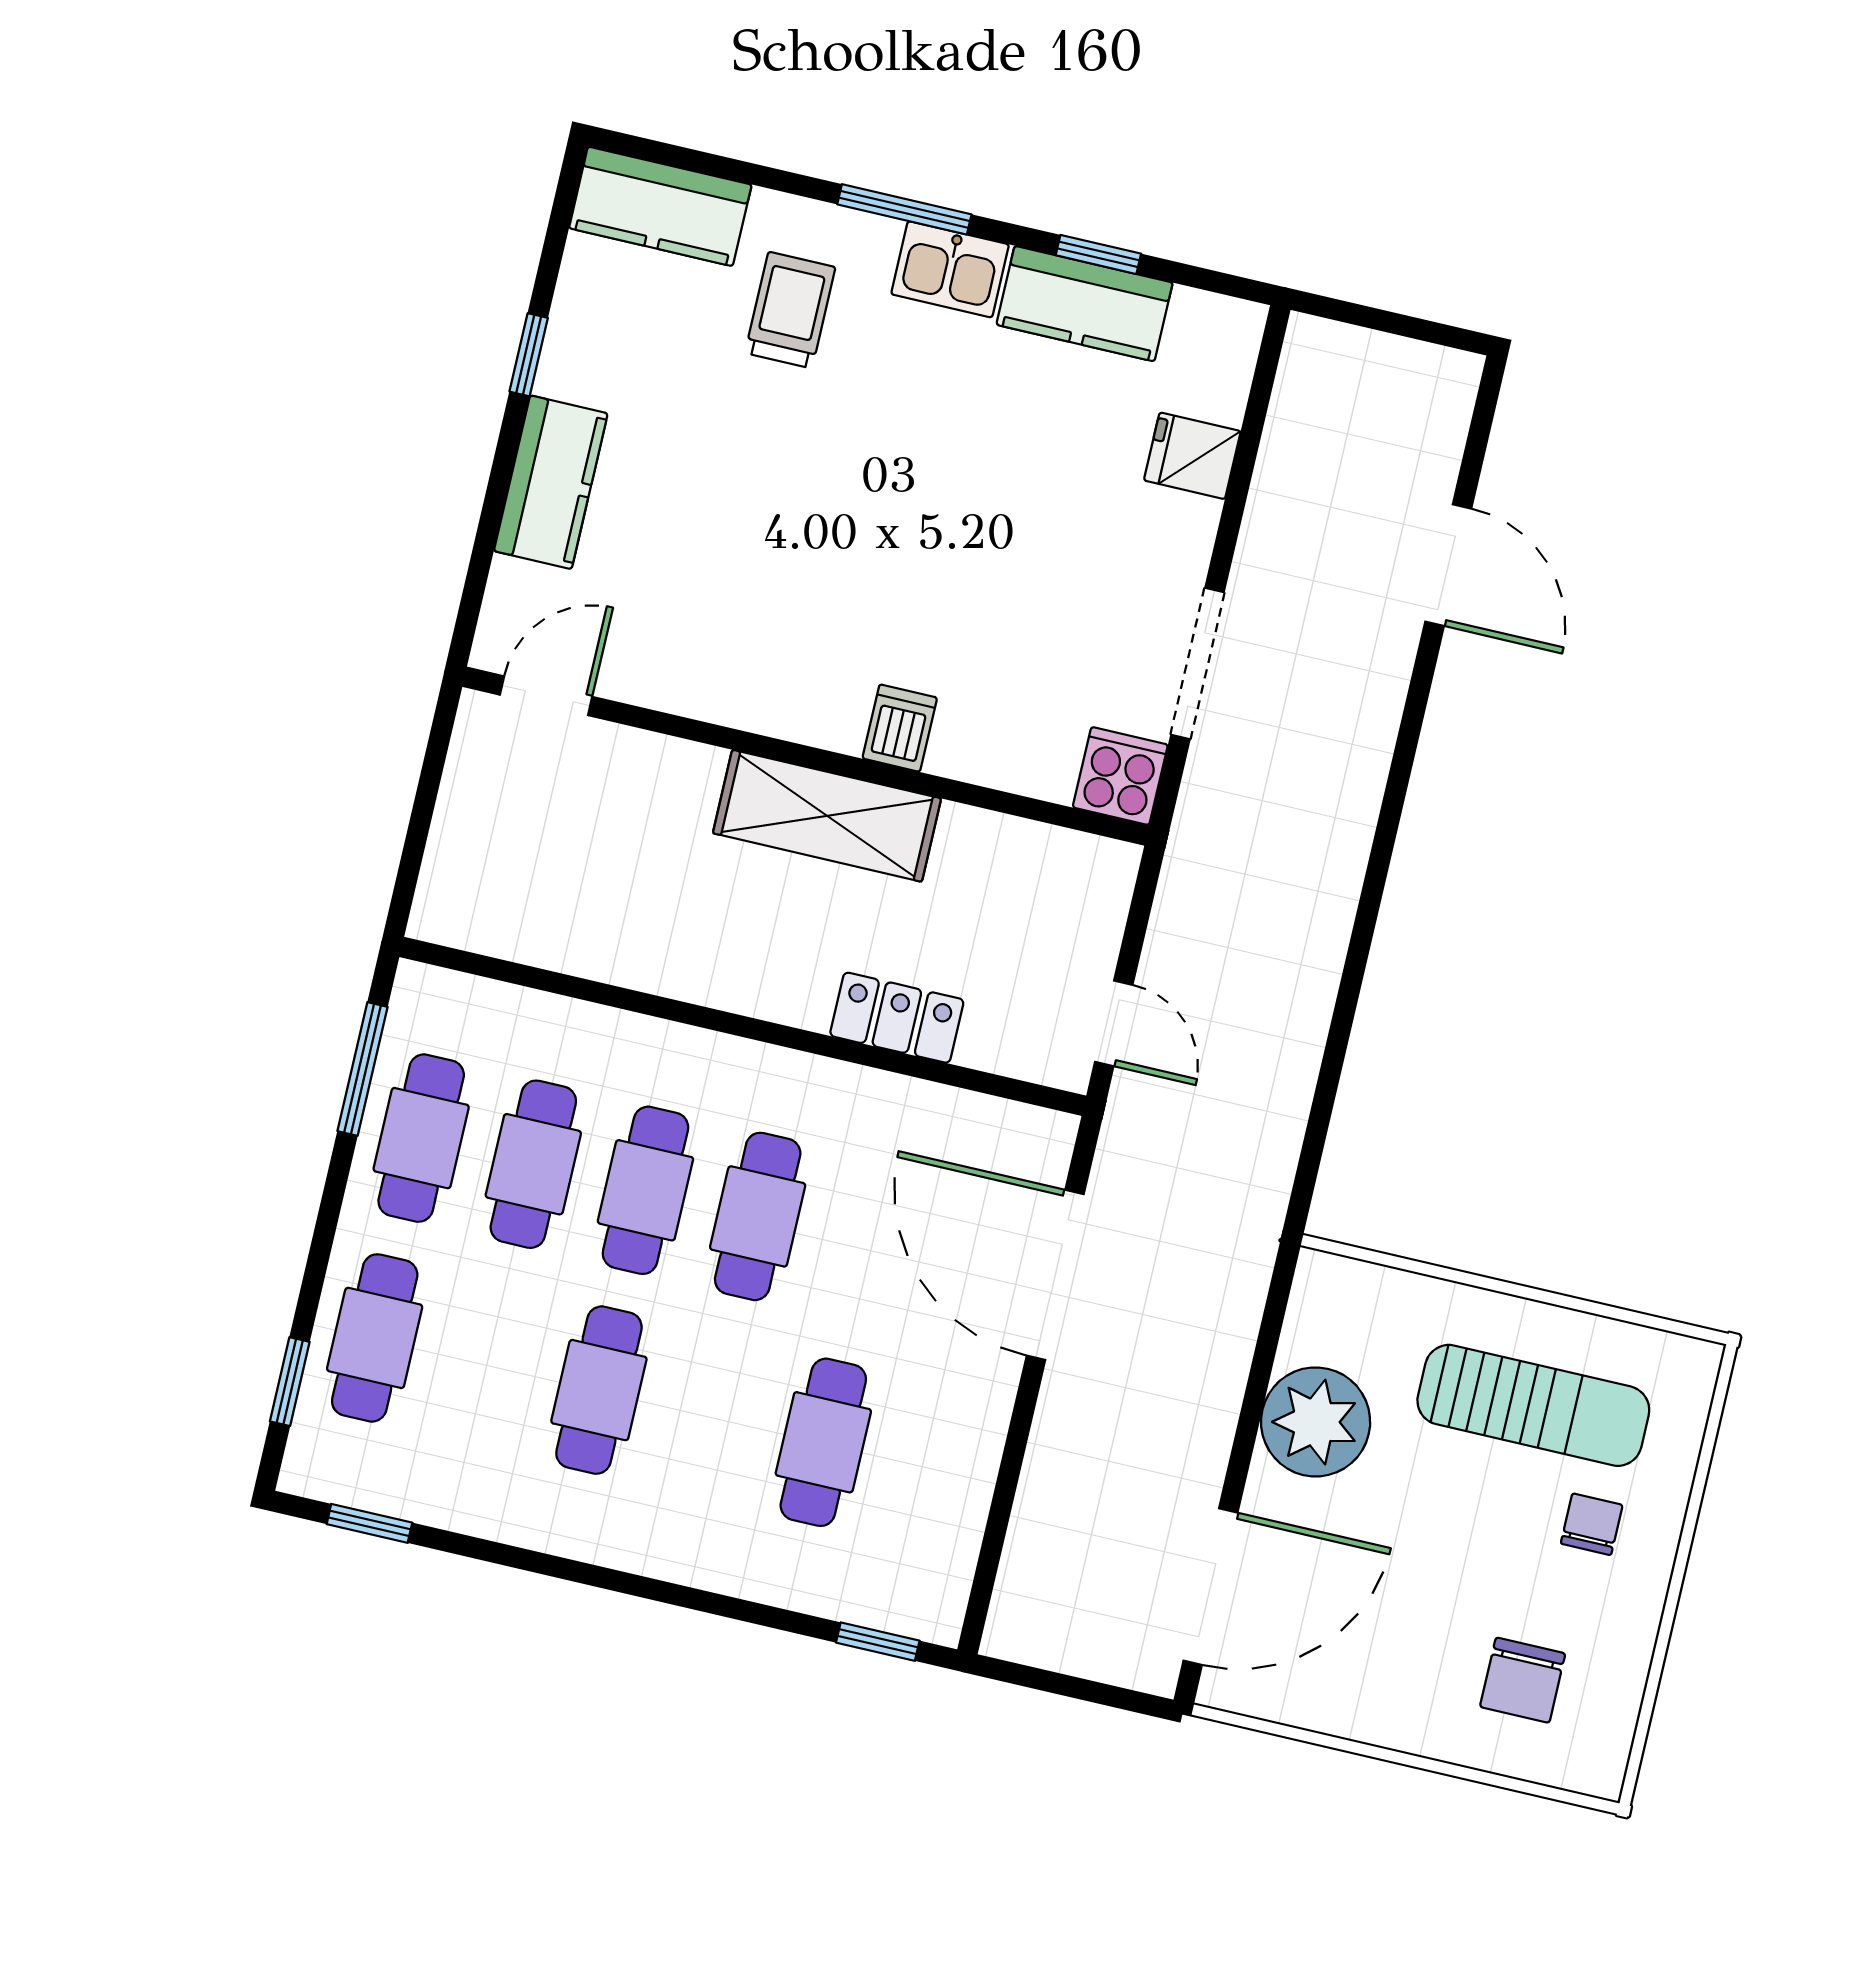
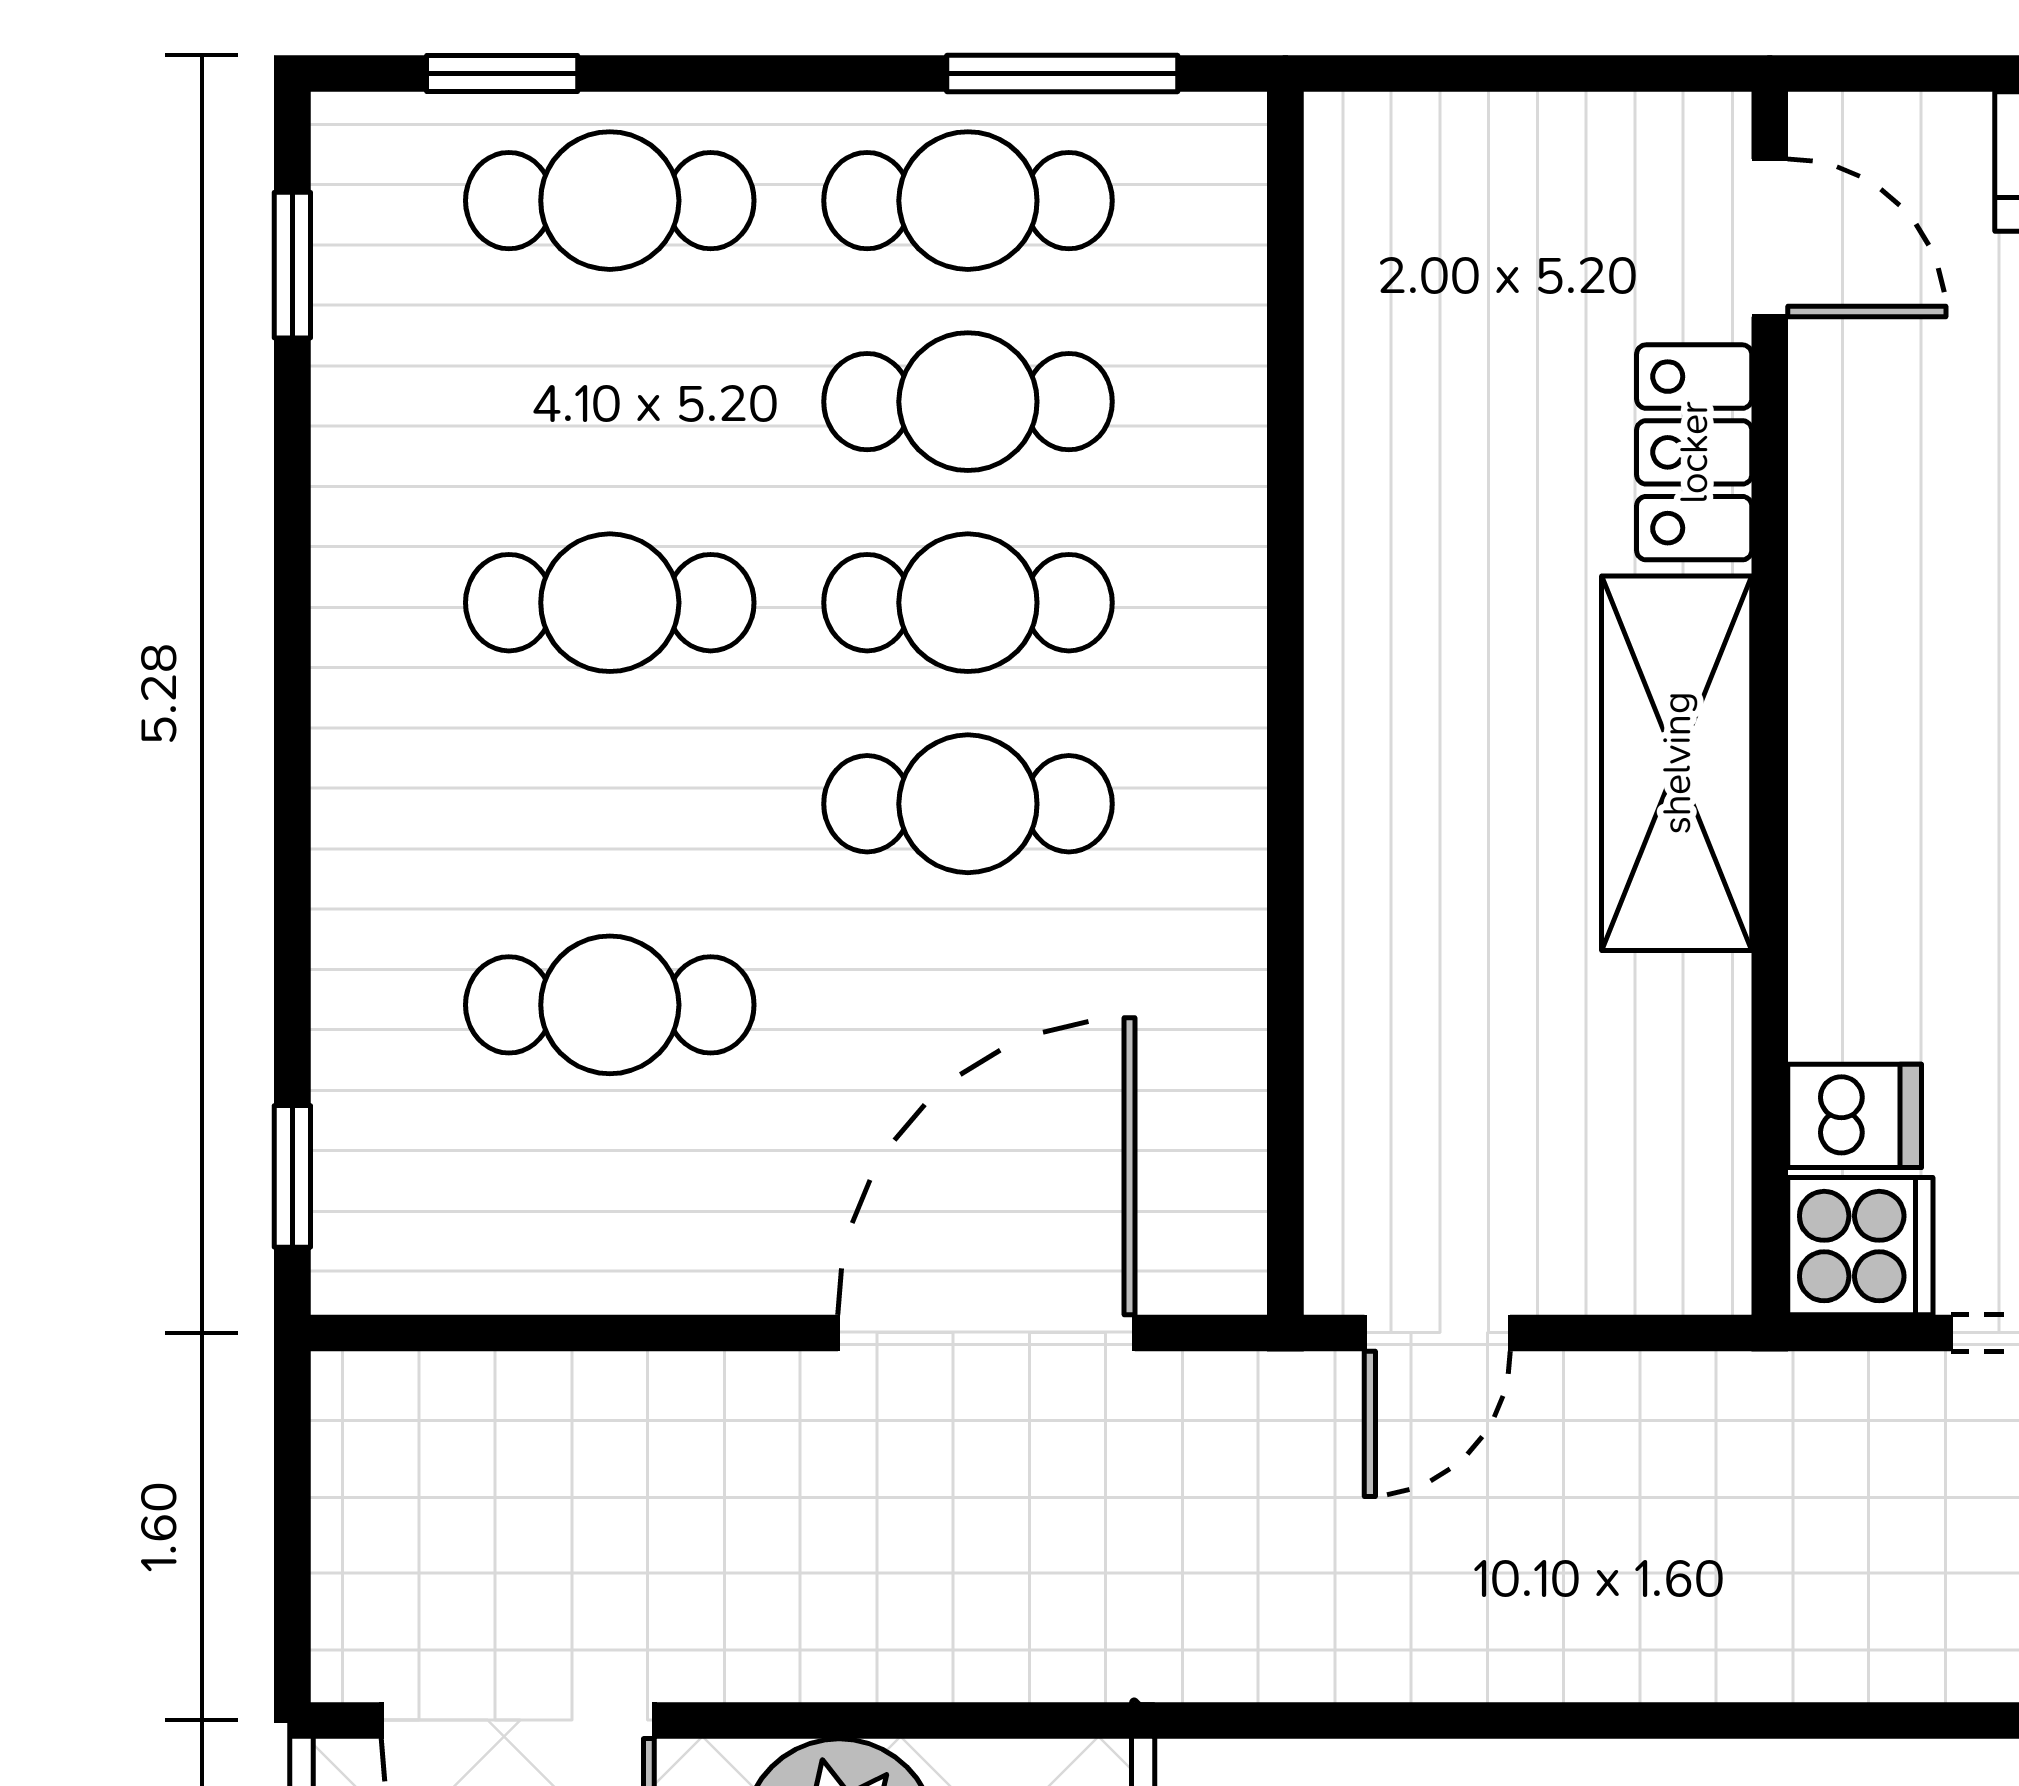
dishwasher: (900, 728) -> (1855, 1116), moved
locker: (897, 1018) -> (1694, 452), moved, turned 180

